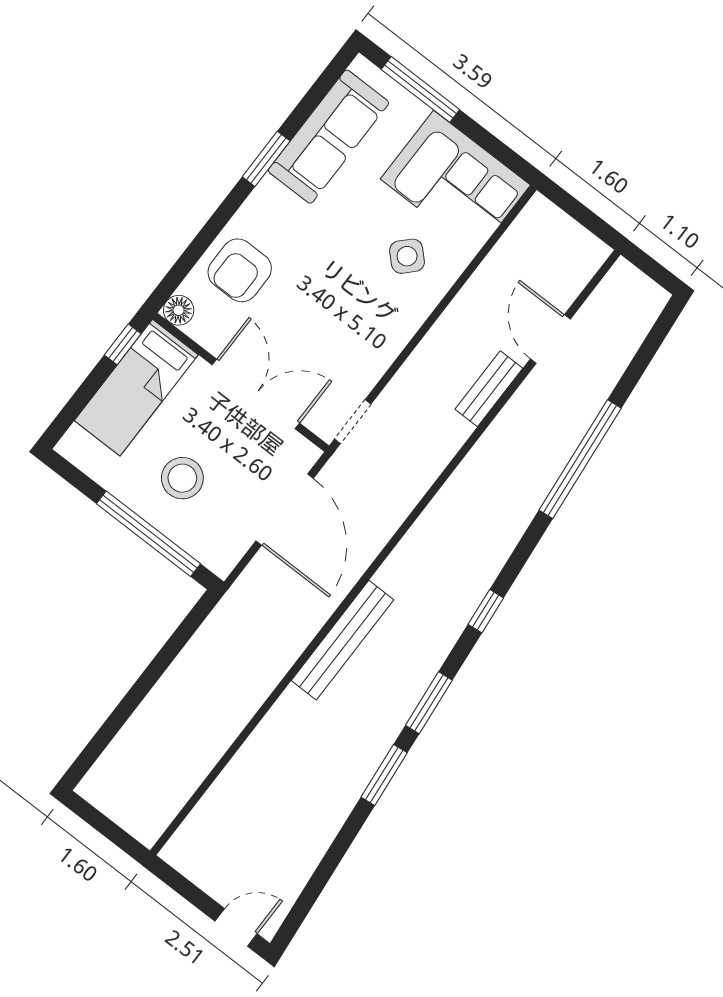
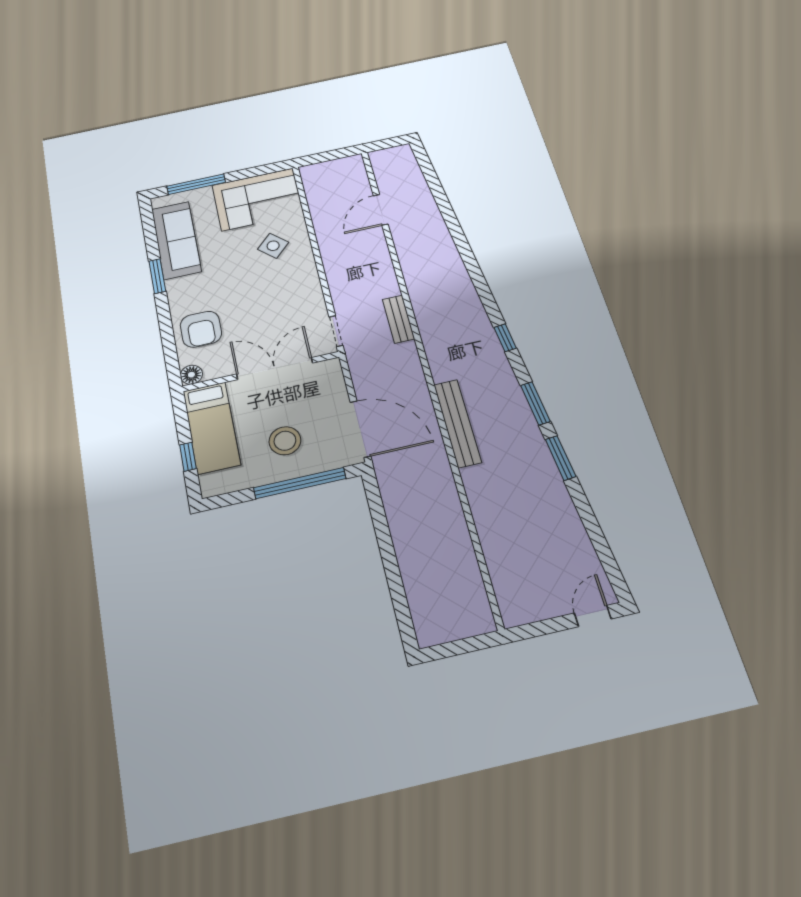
door: (550, 339) -> (381, 210), hinge flipped
window: (123, 344) -> (188, 457), moved
bench: (489, 389) -> (398, 319), moved
window: (580, 459) -> (459, 237), removed
door: (285, 510) -> (360, 429), moved

